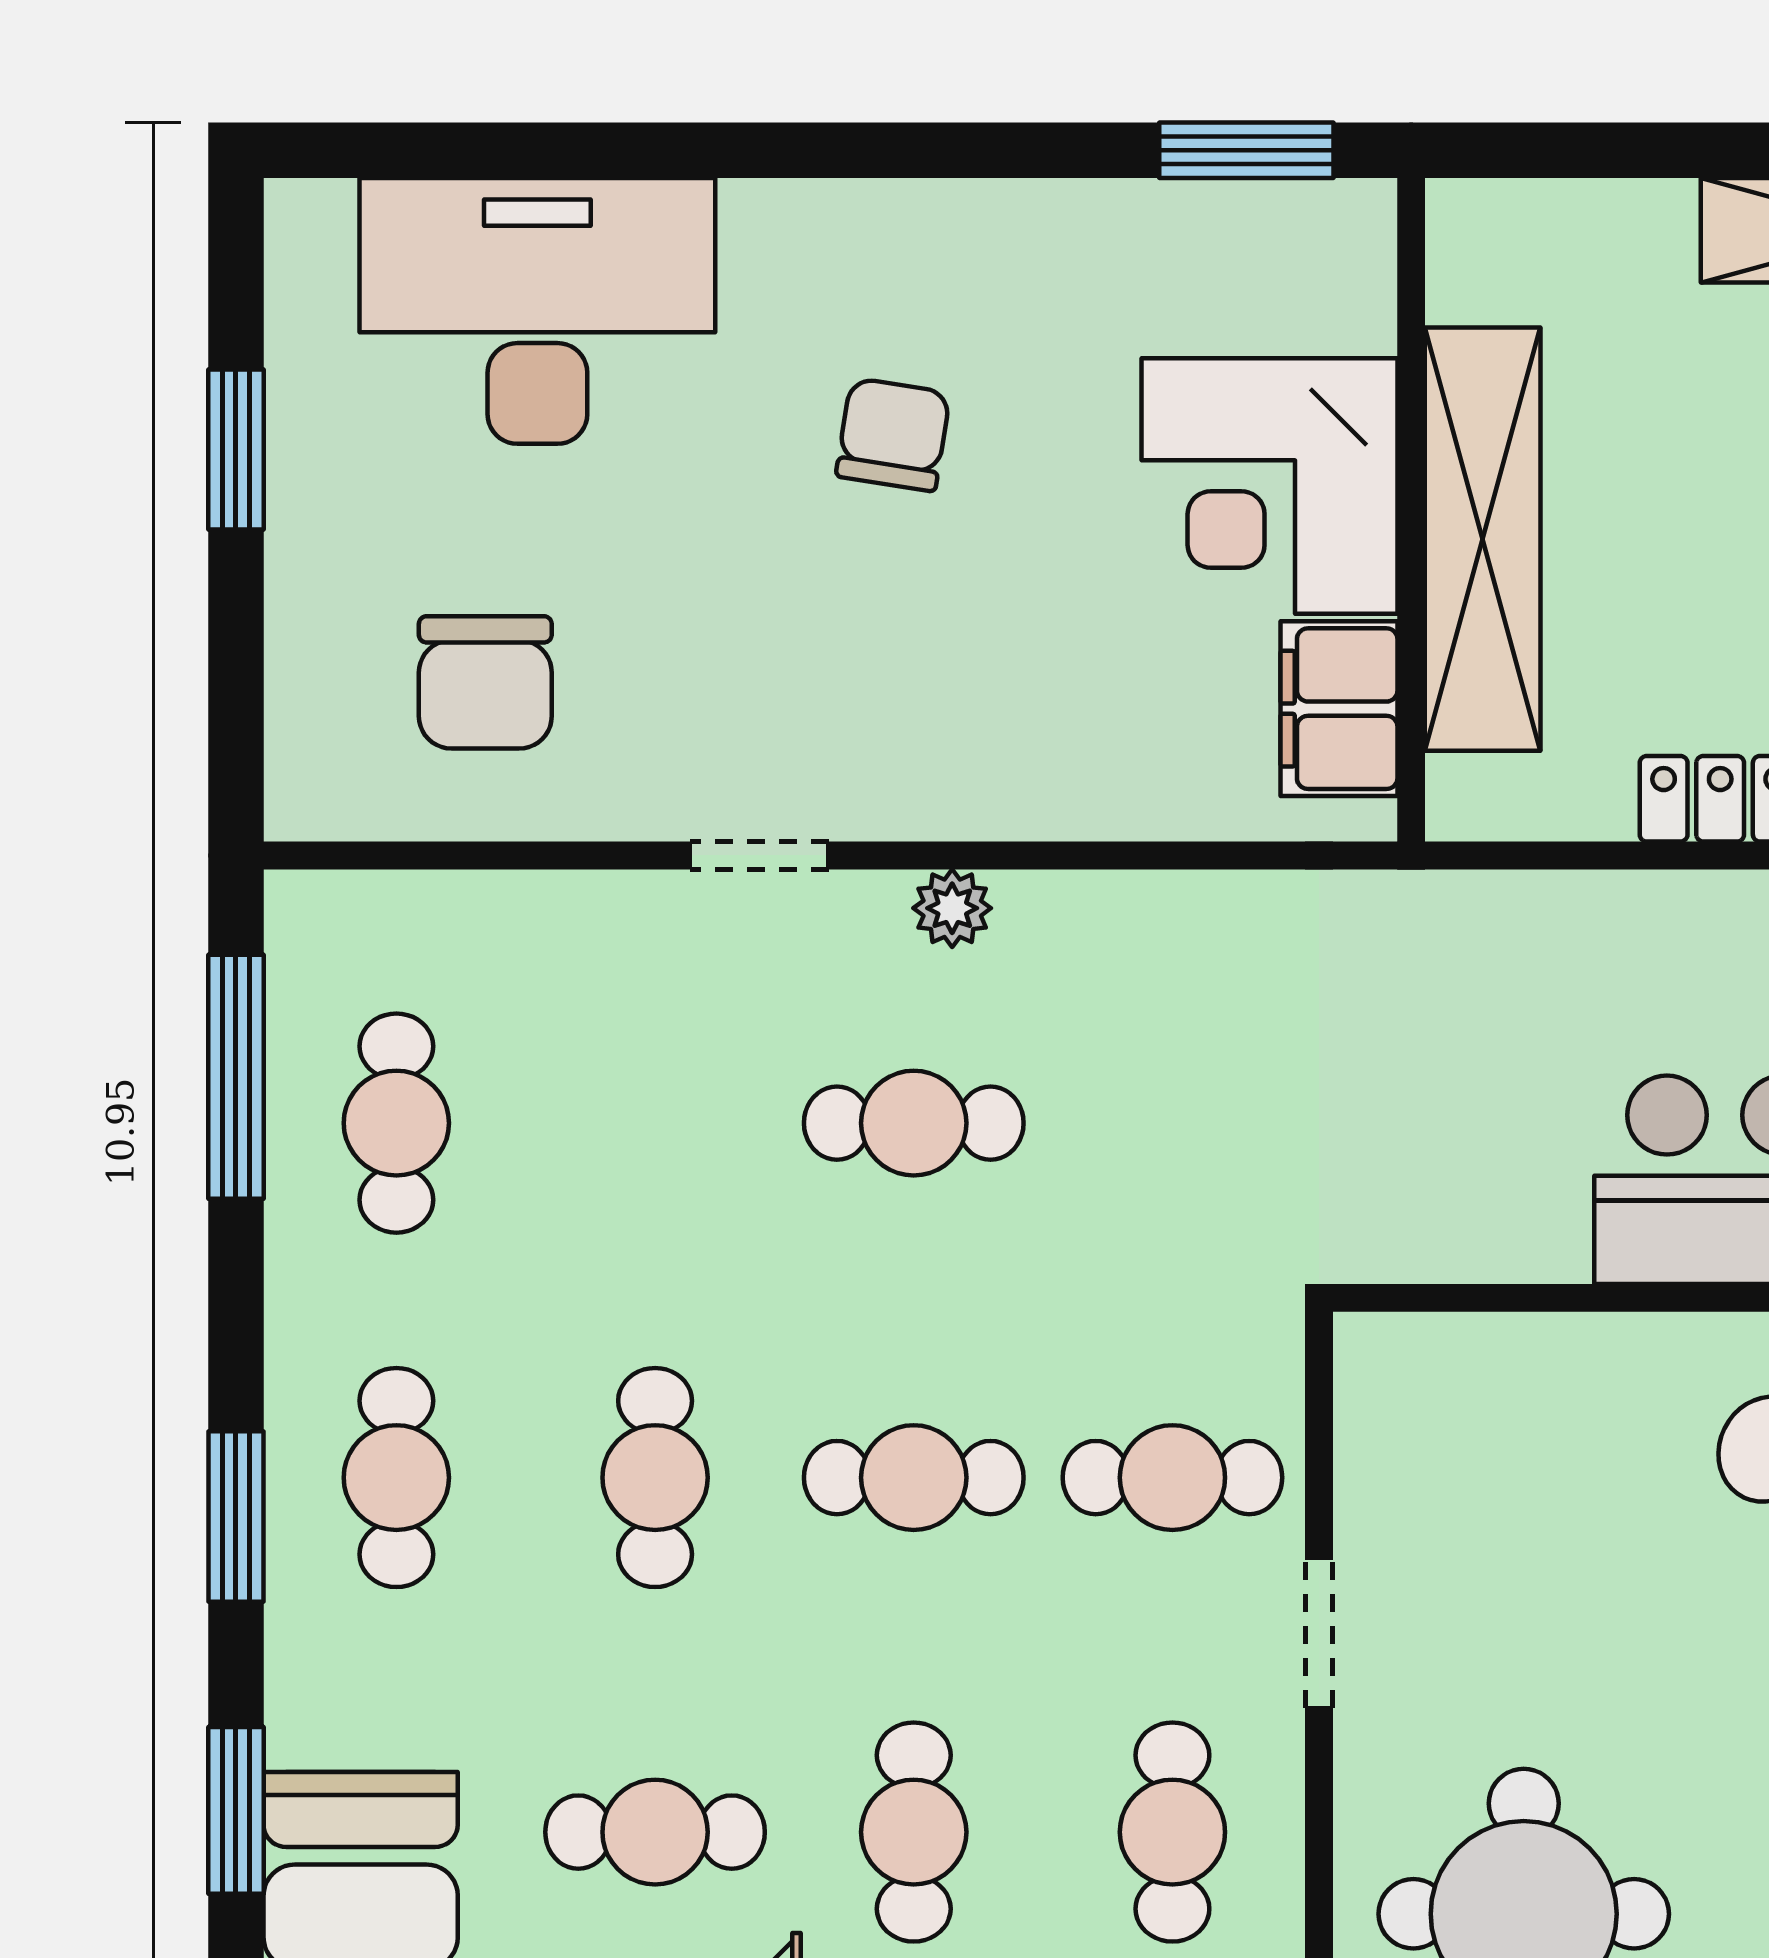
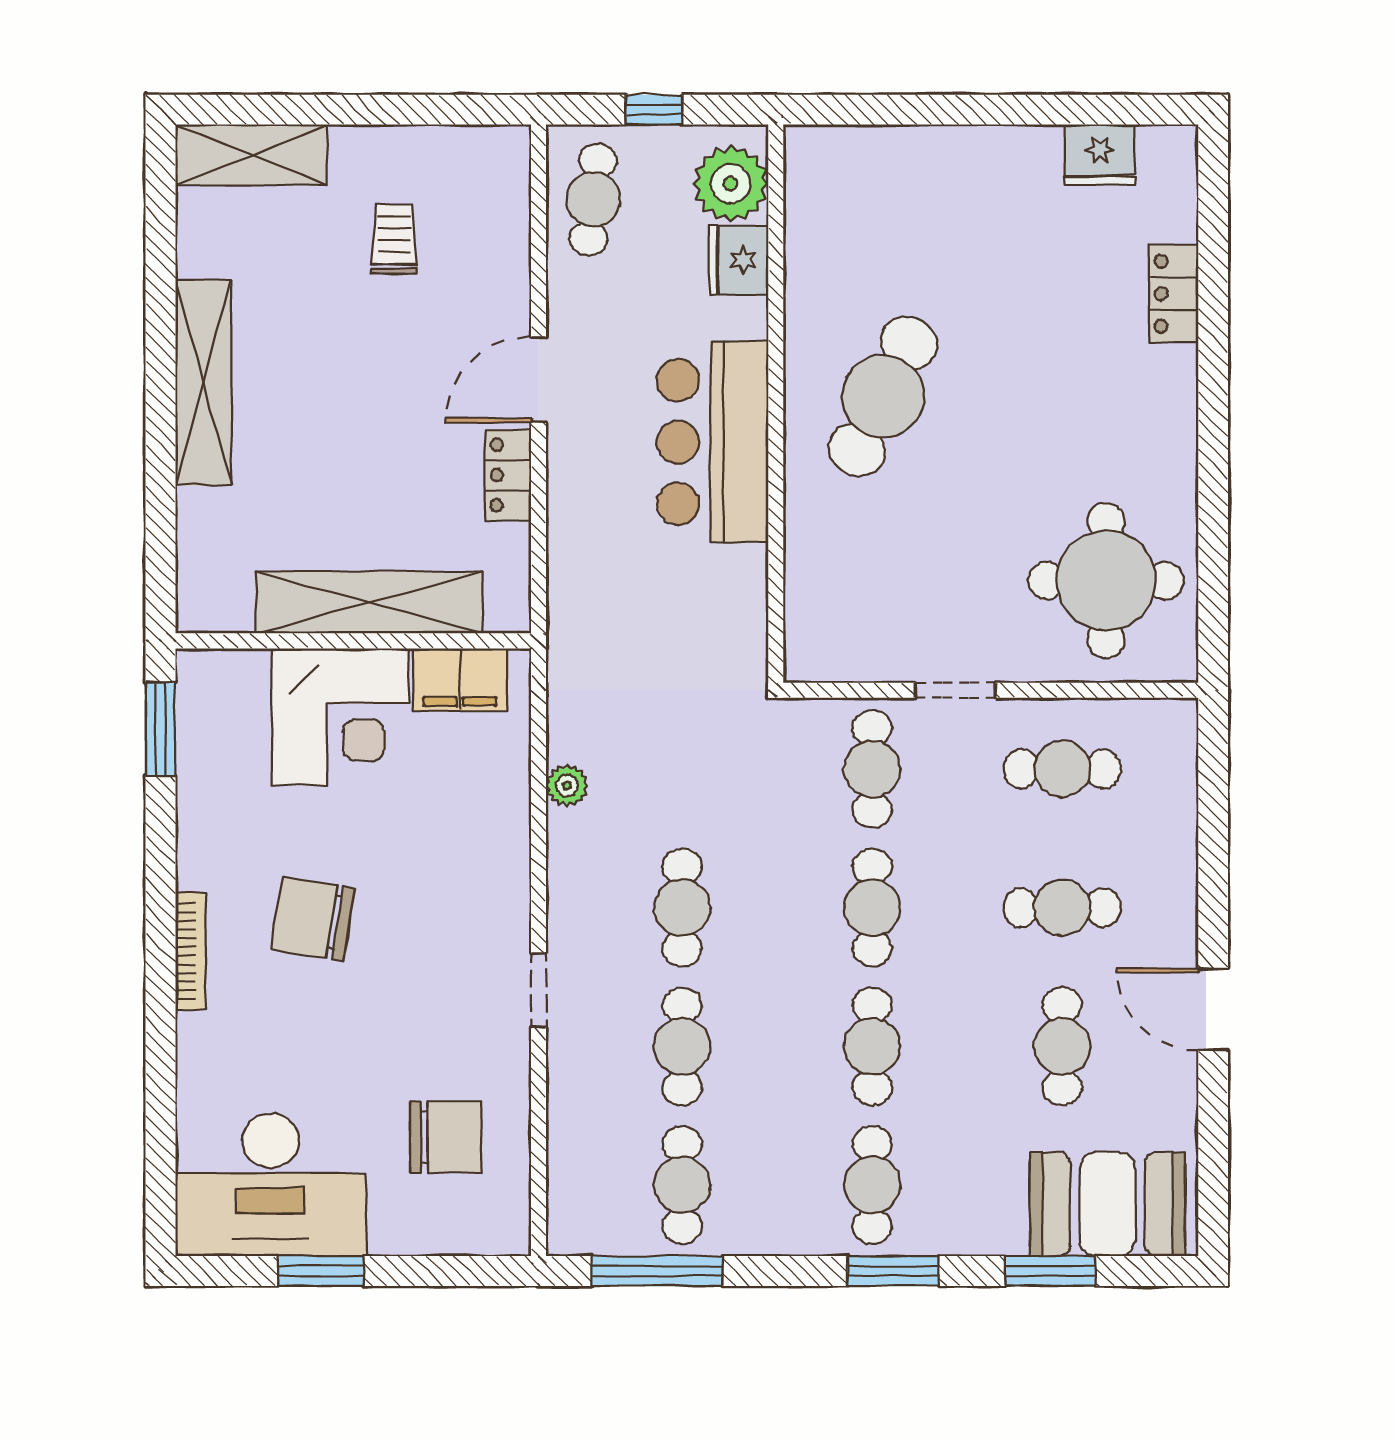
bookcase: (832, 206) -> (190, 951), added
desk: (537, 311) -> (271, 1185), moved, turned -90
chair: (893, 435) -> (313, 919), width x1.37, depth x1.37
plant: (952, 908) -> (567, 786), moved
cafe table: (396, 1123) -> (682, 1185), turned 90
cafe table: (655, 1123) -> (682, 1046), added
cafe table: (396, 1478) -> (872, 1185), turned 90
cafe table: (655, 1478) -> (872, 1046), turned 90

